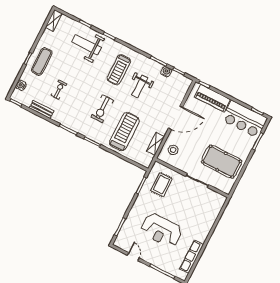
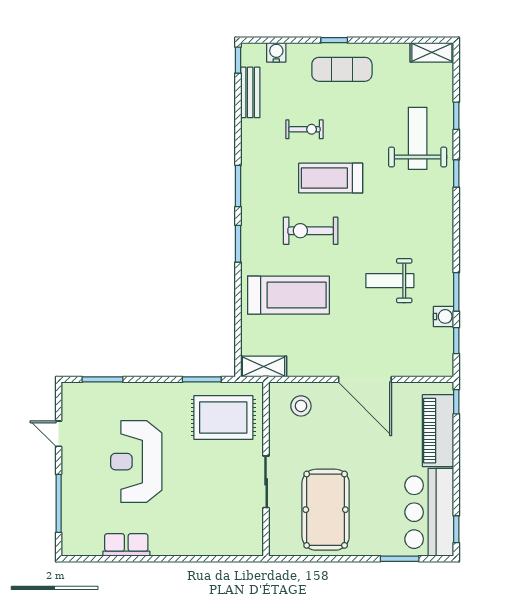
treadmill: (119, 70) -> (331, 178), moved
bench: (42, 109) -> (250, 92), moved
shelving: (155, 144) -> (264, 366), moved
rug: (161, 185) -> (223, 418), width x1.36, depth x1.43
door: (133, 257) -> (59, 434), swing flipped
row of seats: (192, 257) -> (126, 545), width x0.68

